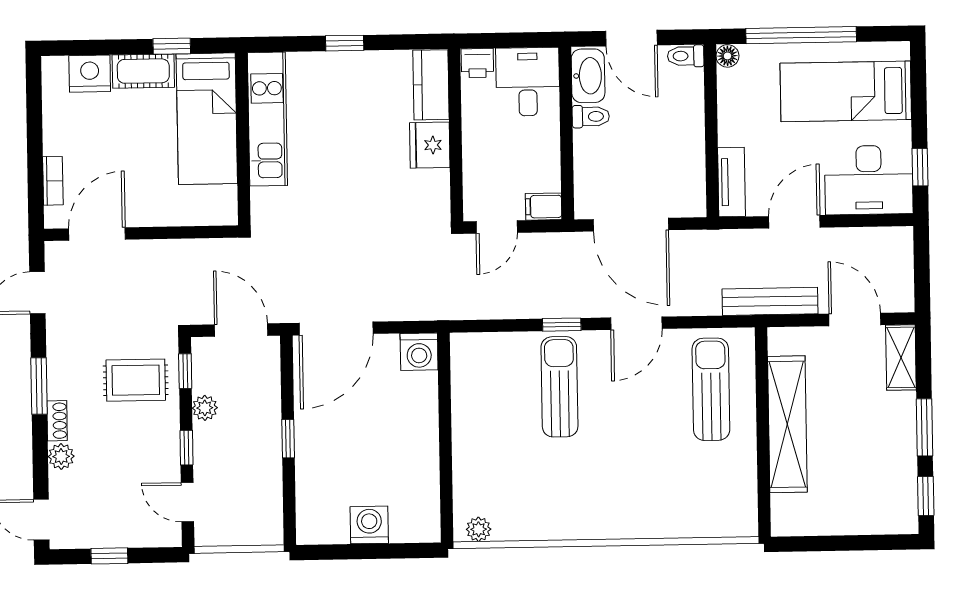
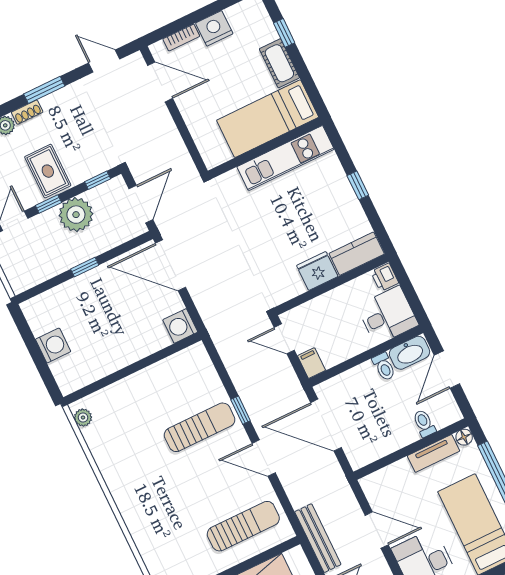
window: (172, 46) -> (284, 33), moved
toilet: (686, 56) -> (424, 423), moved
nightstand: (90, 74) -> (214, 28), moved, turned -90
tv unit: (732, 182) -> (434, 453), moved
door: (631, 225) -> (326, 425), hinge flipped
rug: (136, 380) -> (48, 171), moved
plant: (205, 408) -> (76, 215), width x1.88, depth x1.88

